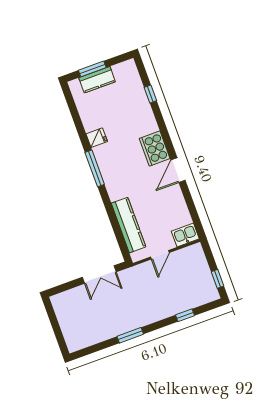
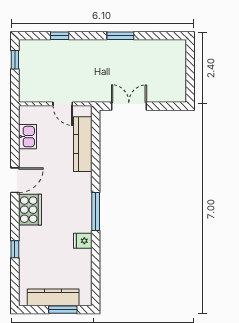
kitchen counter: (97, 80) -> (53, 297), width x1.50
window: (150, 94) -> (15, 249), moved
kitchen sink: (185, 235) -> (28, 137), moved, turned -90
door: (160, 255) -> (63, 104), swing flipped

